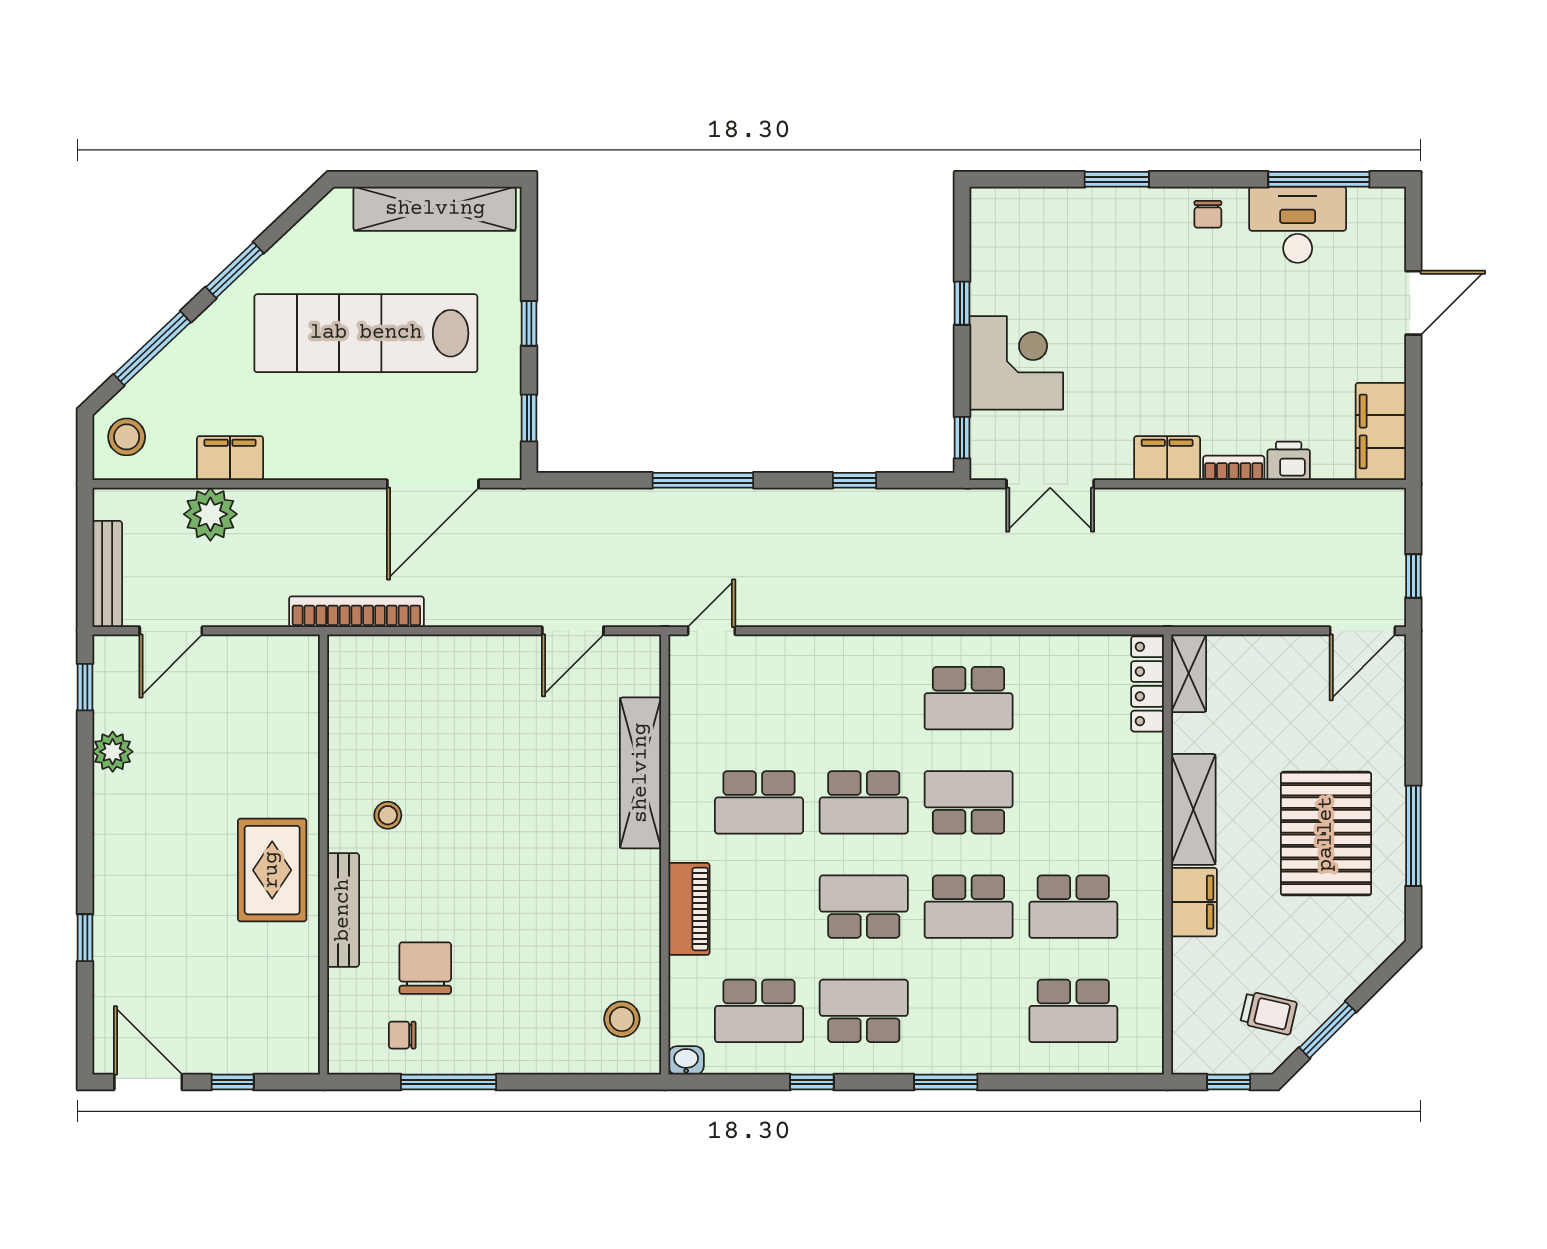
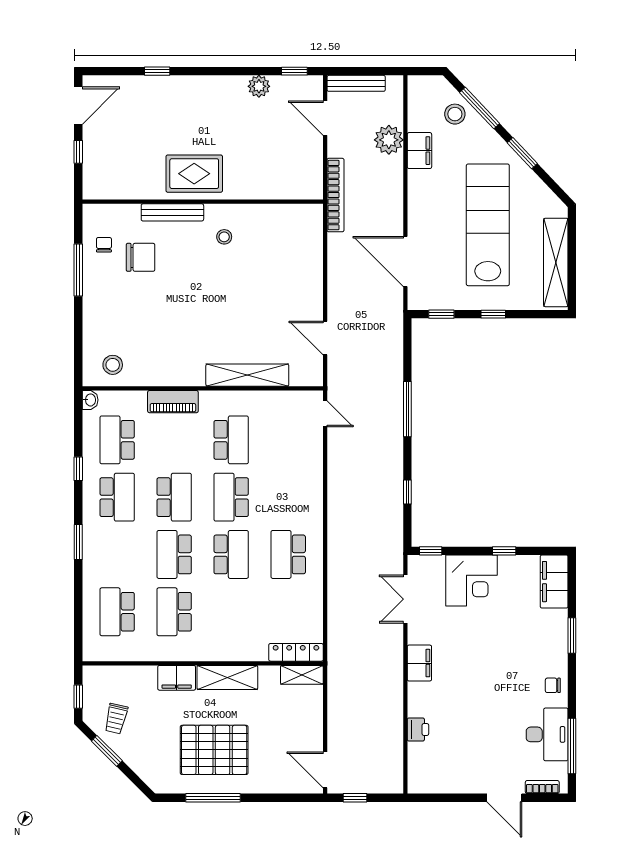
filing cabinet: (1381, 432) -> (554, 582), moved, turned -90
stool: (127, 437) -> (455, 114), moved
bookcase: (1234, 468) -> (542, 787), moved, turned -90
bookcase: (356, 612) -> (335, 195), moved
school desk: (759, 802) -> (231, 440), turned 180

